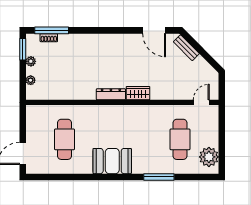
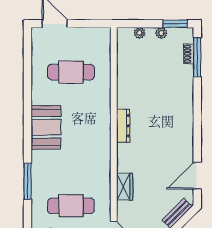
wardrobe: (138, 93) -> (125, 187), moved

